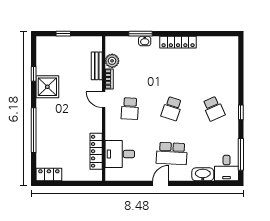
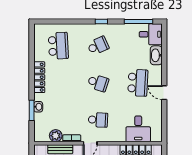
school desk: (214, 64) -> (58, 46), added

